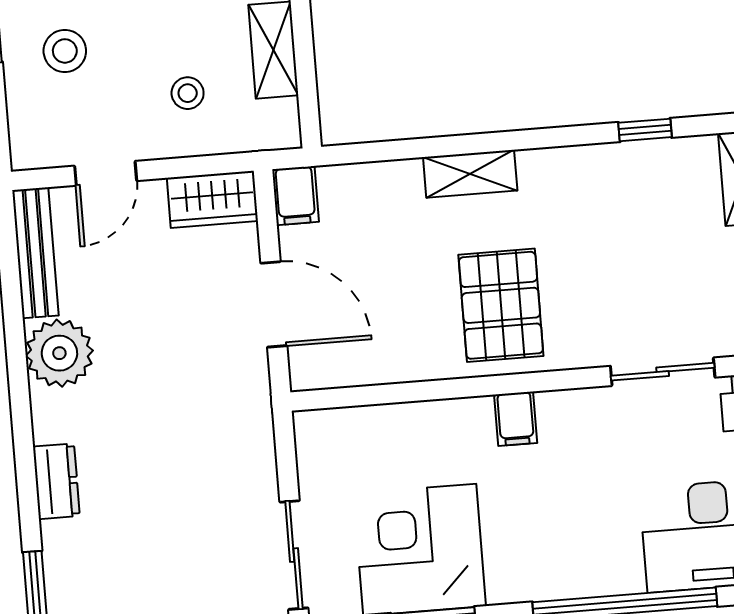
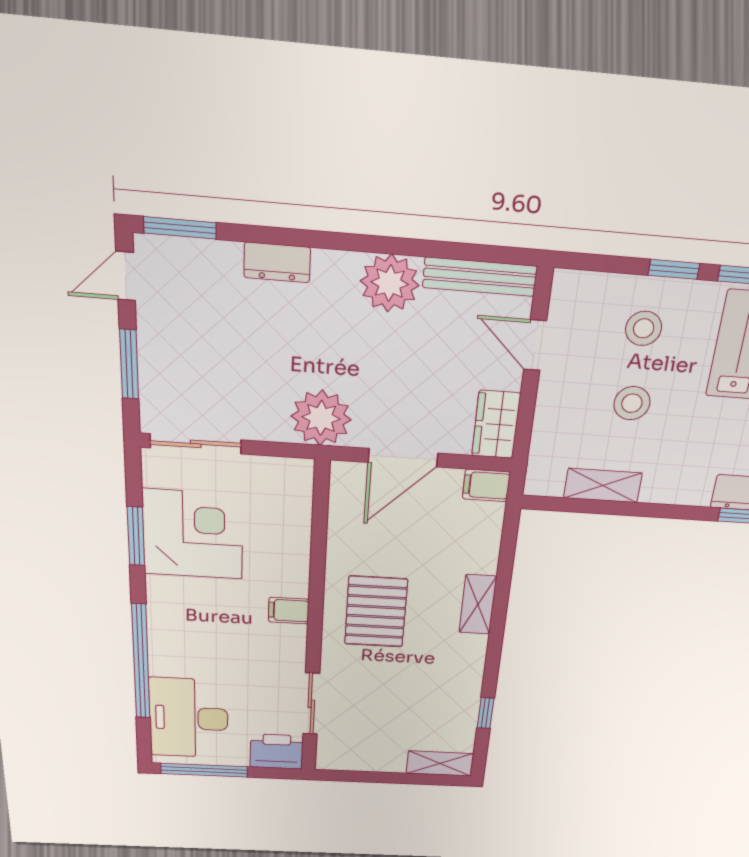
stool: (188, 93) -> (632, 403), moved, width x1.37, depth x1.37
pallet: (501, 305) -> (376, 612), turned 90
plant: (237, 410) -> (321, 418), added

